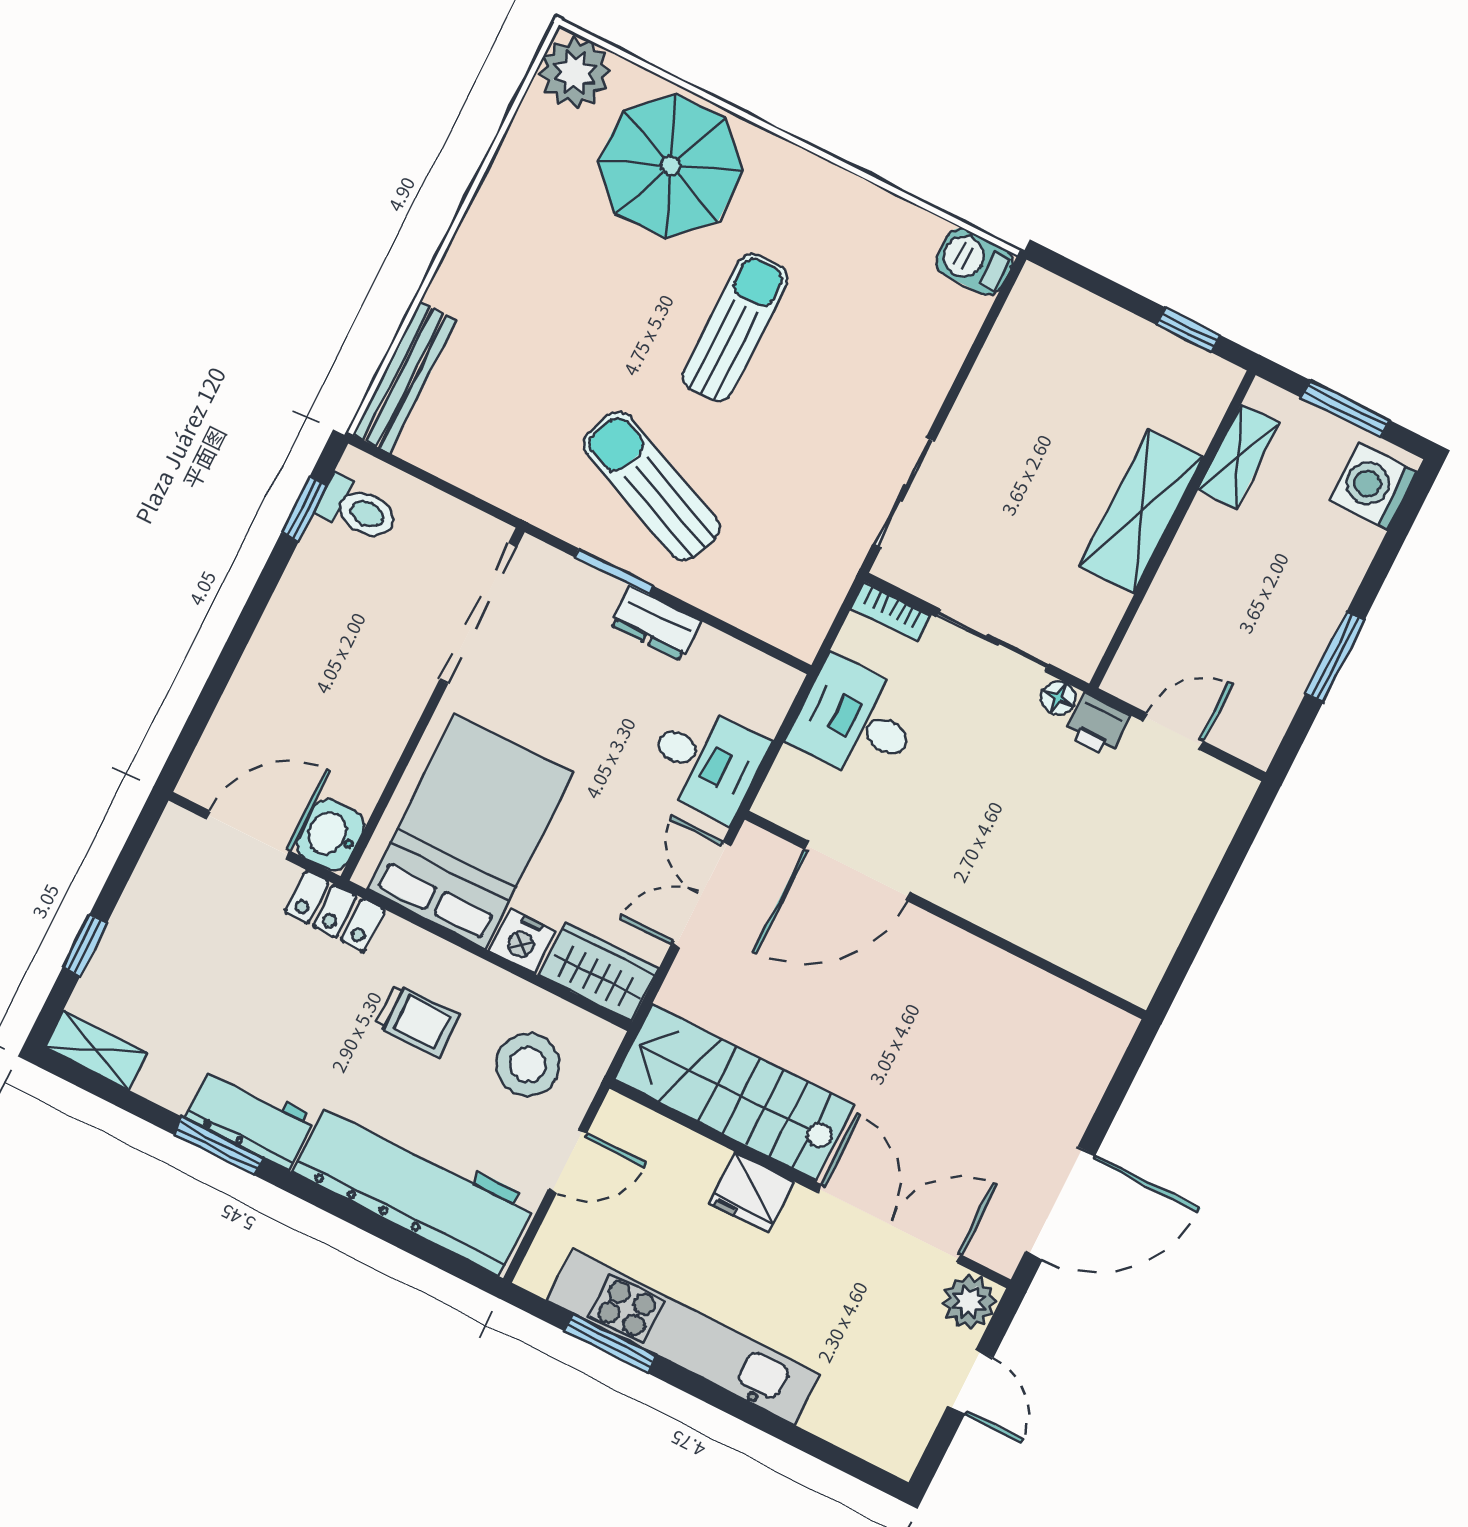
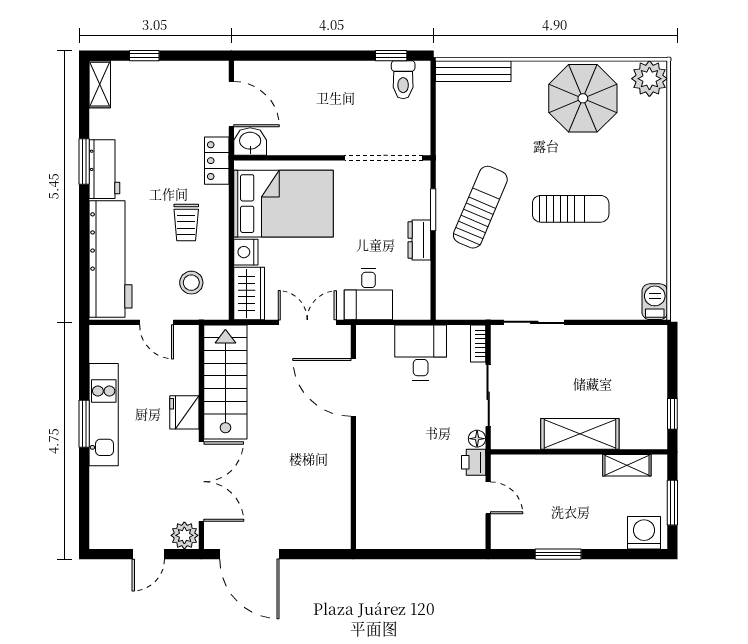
parasol: (671, 166) -> (583, 98), moved
stool: (528, 1065) -> (191, 283), width x0.73, depth x0.73
kitchen unit: (683, 1337) -> (104, 415), width x0.73
window: (610, 1343) -> (84, 424), moved

